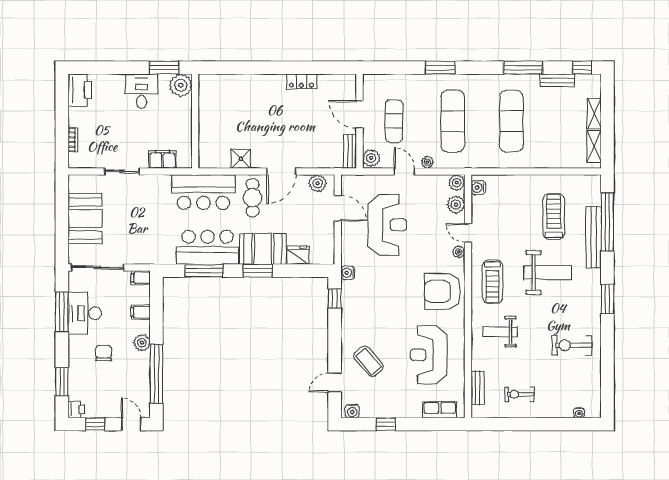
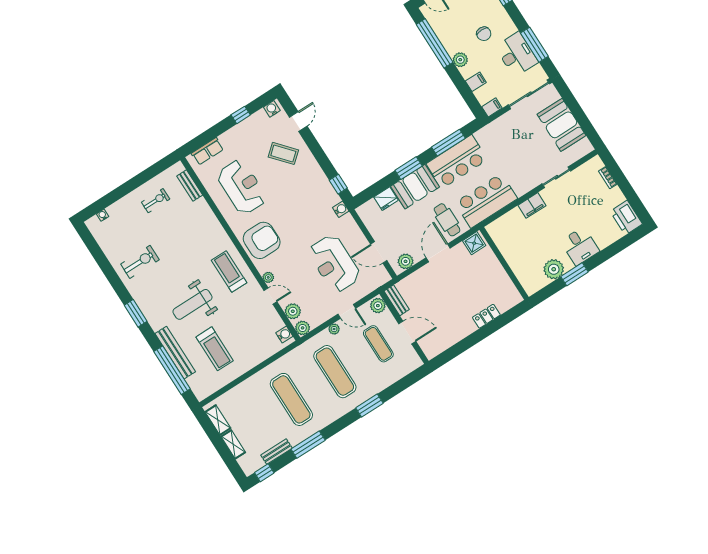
locker: (301, 81) -> (486, 316), moved
wall: (195, 121) -> (504, 263), moved
weight bench: (500, 332) -> (200, 238), removed

